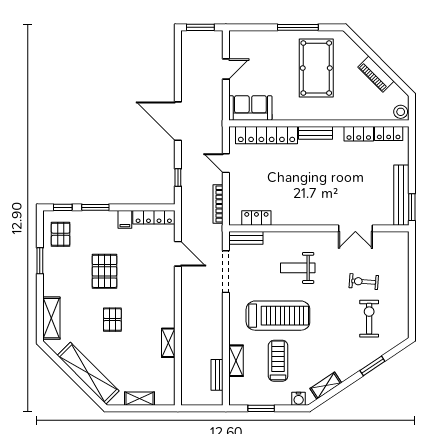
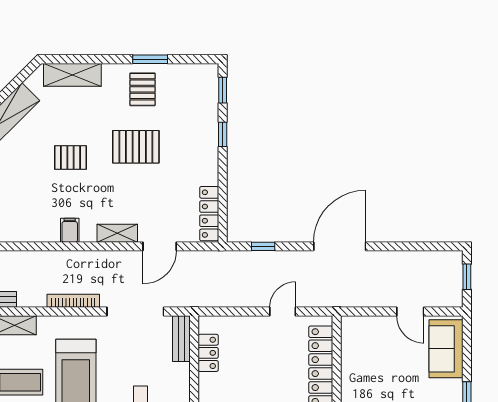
window: (200, 27) -> (467, 277), width x0.67
sofa: (250, 108) -> (446, 349), moved, turned 180
bookcase: (218, 204) -> (73, 301), moved
window: (95, 207) -> (223, 134), width x0.67
filing cabinet: (125, 219) -> (70, 230), moved, turned 90
pallet: (61, 234) -> (143, 89), moved, turned 90
shelving: (168, 343) -> (117, 233), moved

